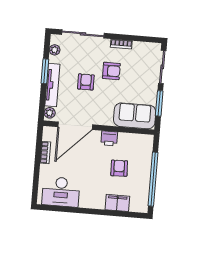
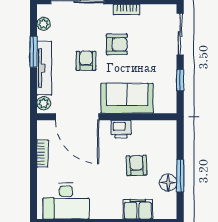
window: (159, 103) -> (180, 80), width x0.67
sofa: (135, 116) -> (127, 98), moved
door: (75, 126) -> (77, 117), hinge flipped
window: (153, 179) -> (180, 176), width x0.47
floor lamp: (143, 184) -> (168, 183), added

